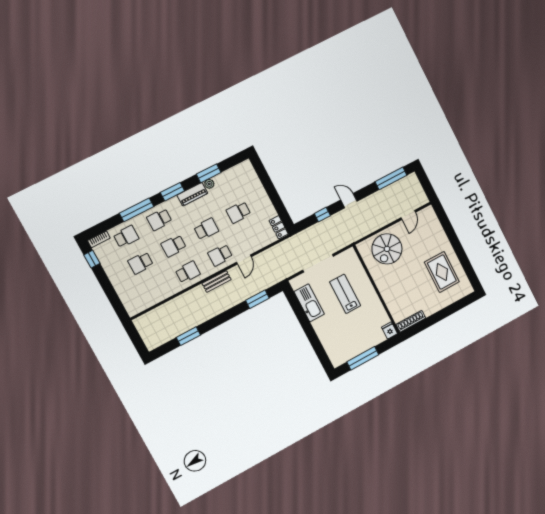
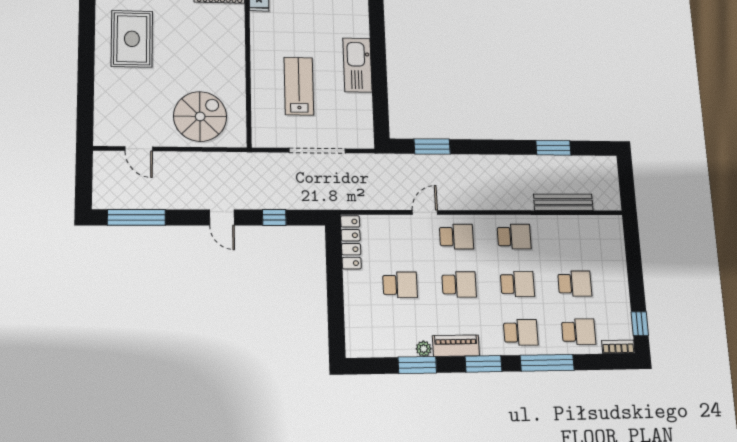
door: (408, 215) -> (139, 149), swing flipped
locker: (279, 227) -> (351, 242), width x1.53
school desk: (206, 229) -> (459, 284), turned 180
school desk: (126, 237) -> (579, 332), turned 180
school desk: (188, 272) -> (514, 237), turned 180
bench: (217, 281) -> (563, 202), moved, width x1.36
lab bench: (345, 294) -> (299, 86), turned 180
kitchen sink: (309, 303) -> (358, 65), moved

